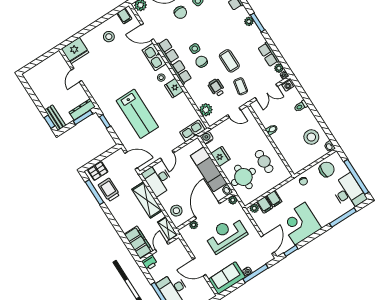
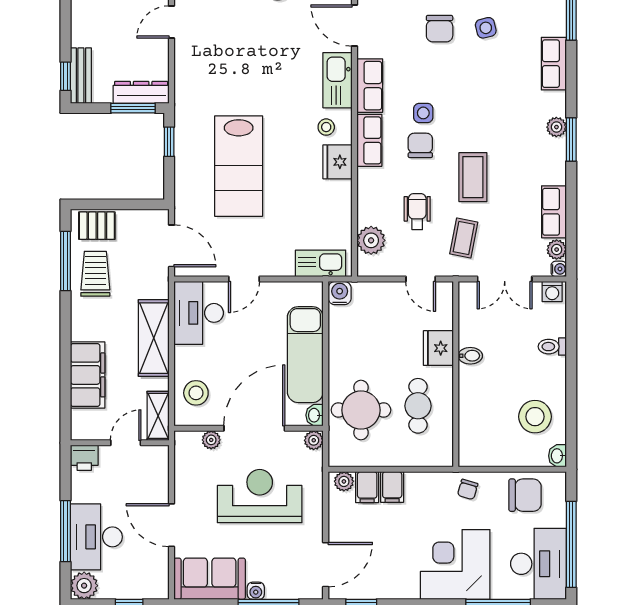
fridge: (221, 156) -> (438, 348), moved, turned 180
corner desk: (300, 224) -> (455, 564), moved
filing cabinet: (139, 242) -> (88, 375), moved

